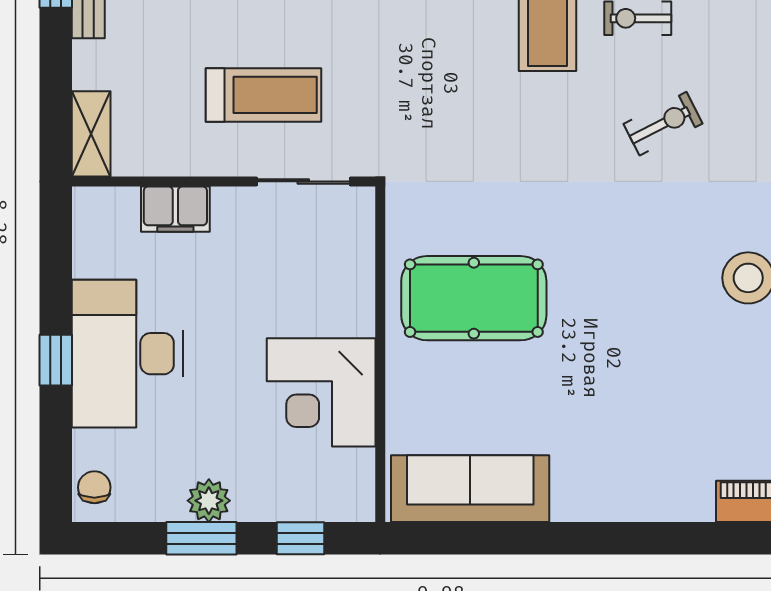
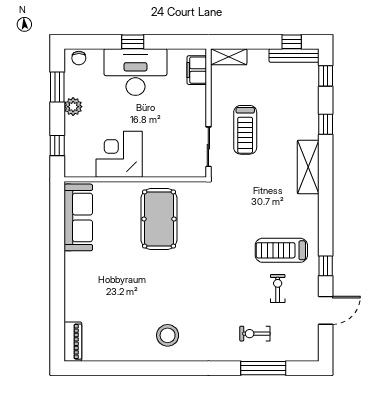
exercise bike: (663, 124) -> (255, 334), moved, turned 117
filing cabinet: (175, 209) -> (197, 70), moved
chair: (94, 487) -> (79, 58), turned 90
window: (201, 538) -> (57, 87), moved

